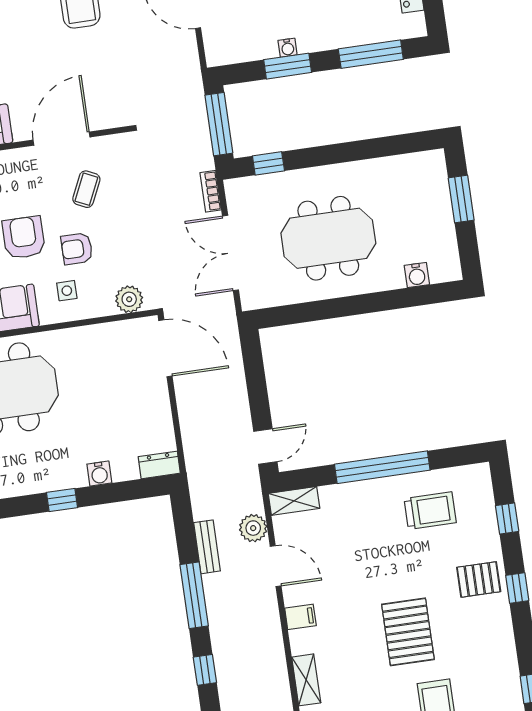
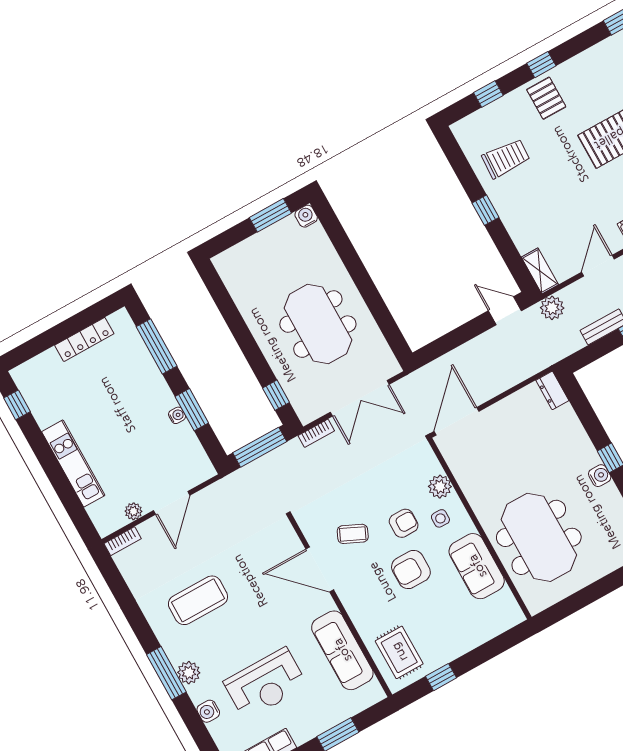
window: (461, 199) -> (270, 215), moved
armchair: (77, 249) -> (404, 523), turned -90
water cooler: (417, 275) -> (306, 216), moved, turned -90
plant: (129, 299) -> (440, 487), moved
window: (382, 467) -> (486, 210), width x0.32
water cooler: (99, 474) -> (600, 476), moved
trolley: (430, 511) -> (506, 158), turned 93
plant: (253, 528) -> (552, 308), moved

